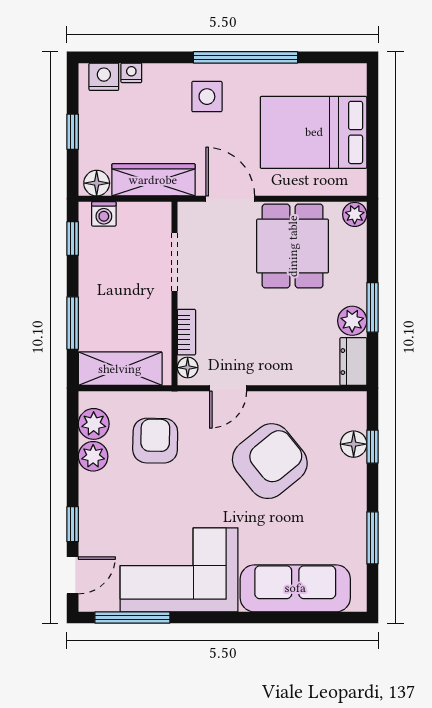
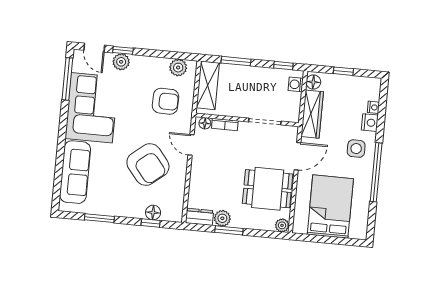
nightstand: (104, 77) -> (370, 123), moved
plant: (93, 456) -> (121, 62), moved

